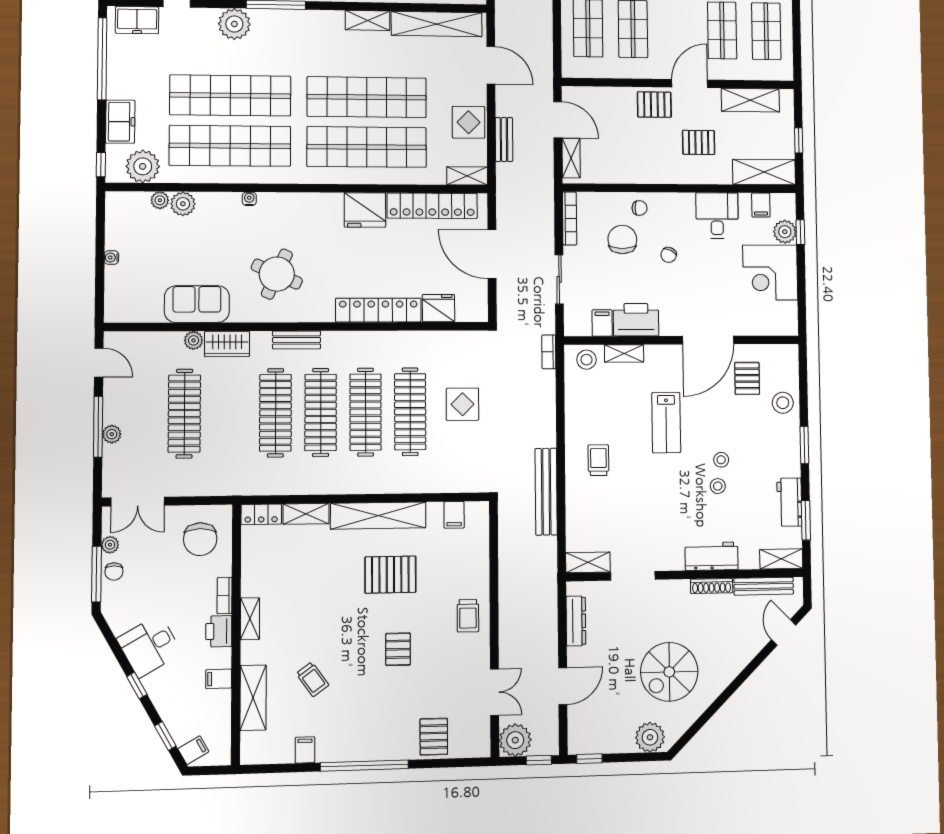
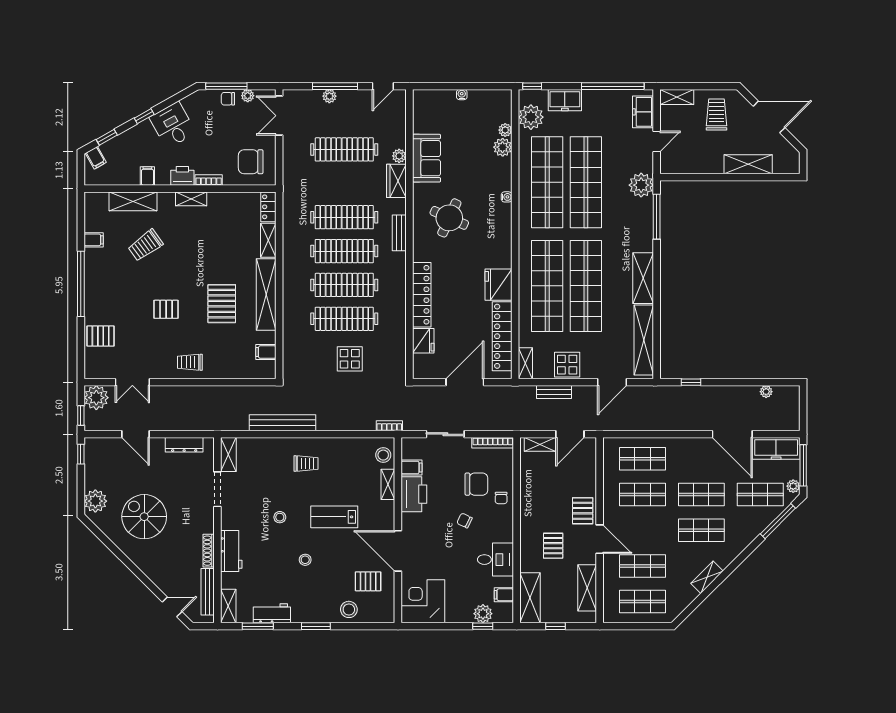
shelving: (367, 20) -> (643, 278), width x1.50, depth x1.33
corner desk: (770, 273) -> (423, 601), moved
stool: (718, 486) -> (280, 517), moved
trolley: (312, 679) -> (145, 245), width x1.36, depth x1.39

